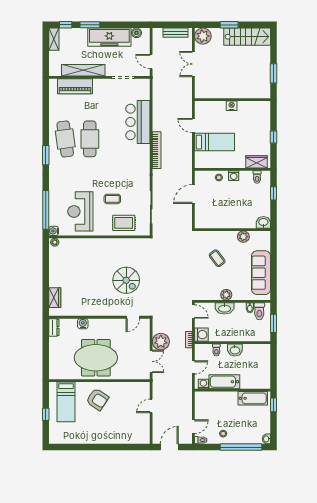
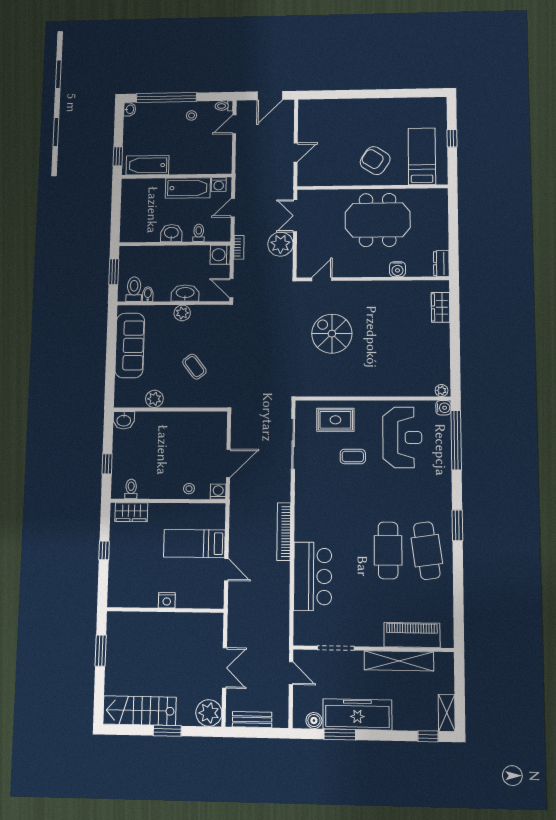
window: (90, 25) -> (340, 734), moved
washing machine: (234, 176) -> (218, 492), moved

